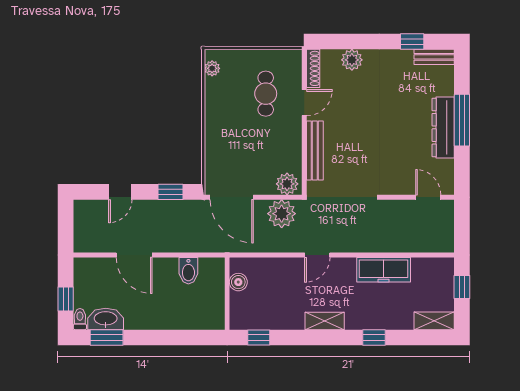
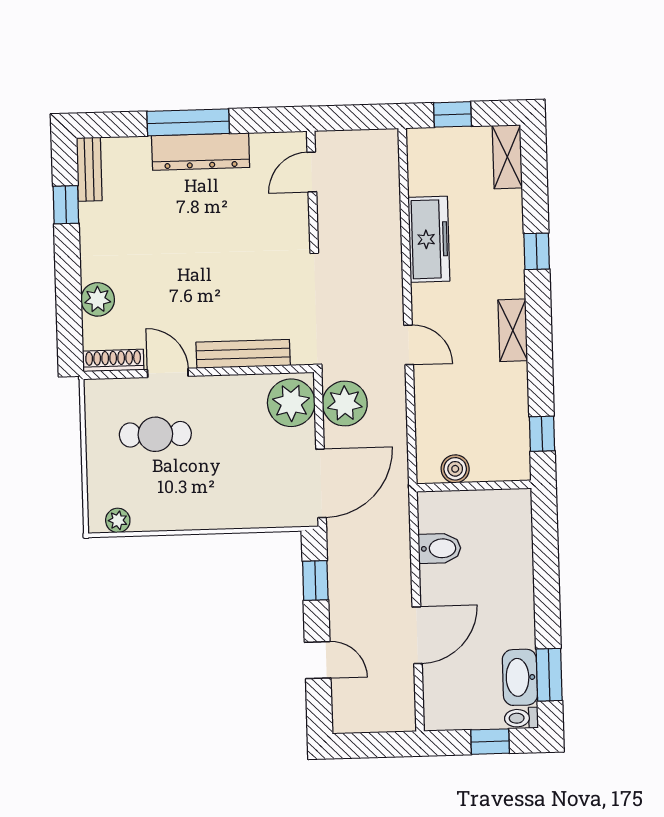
plant: (287, 184) -> (291, 403), width x1.36, depth x1.36

